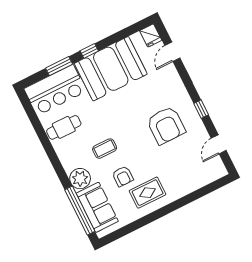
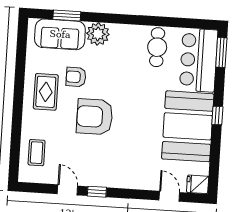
window: (59, 66) -> (221, 52), moved
armchair: (166, 125) -> (95, 117), moved
door: (219, 144) -> (67, 190), moved
coffee table: (105, 149) -> (37, 153), moved
window: (80, 211) -> (67, 16), width x0.47

